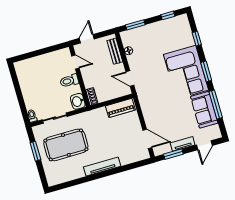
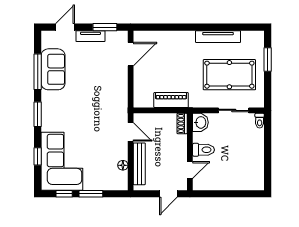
window: (135, 25) -> (91, 194), moved
bench: (115, 51) -> (139, 164), width x1.36
door: (75, 62) -> (190, 170), swing flipped
corner sofa: (186, 72) -> (62, 161), moved
piano: (120, 108) -> (171, 100), moved
door: (147, 139) -> (131, 54), swing flipped
window: (35, 151) -> (268, 60), moved
tv unit: (102, 167) -> (218, 37), moved

